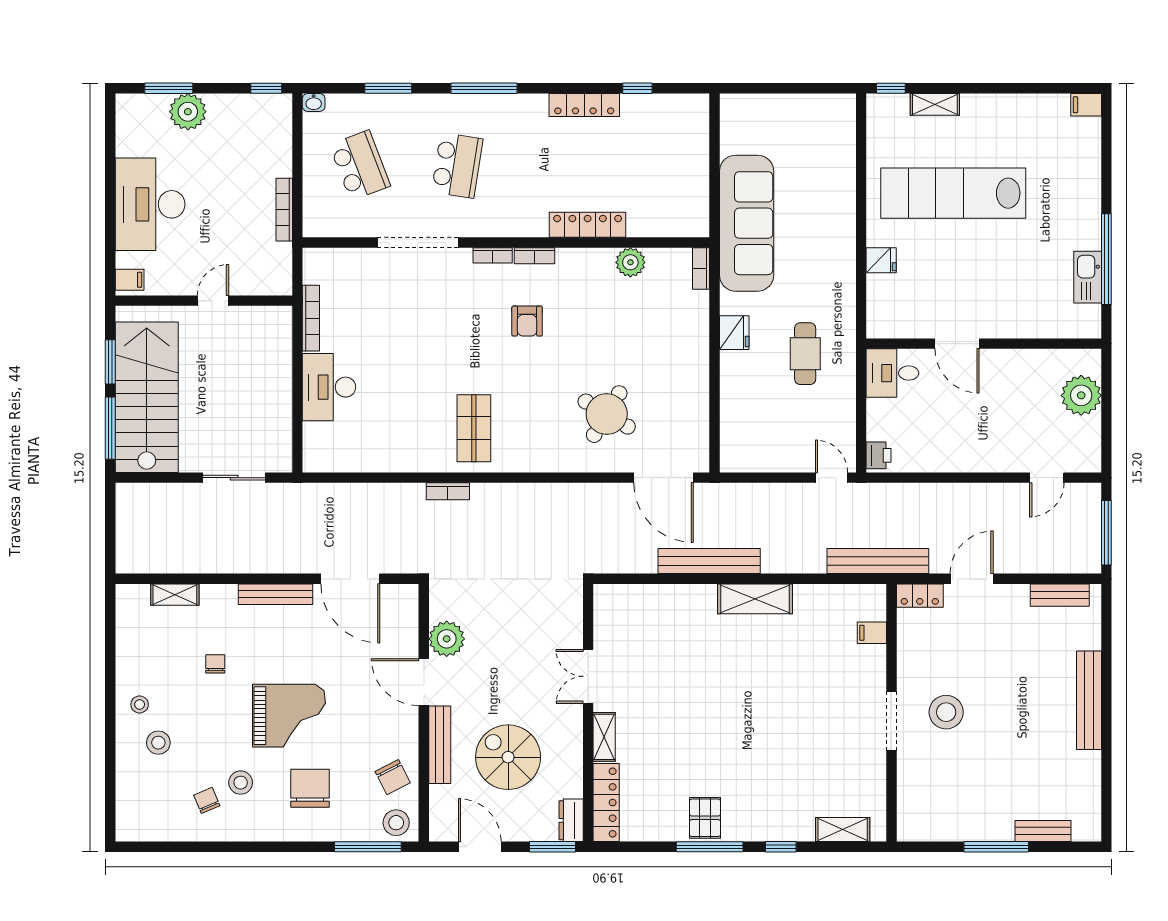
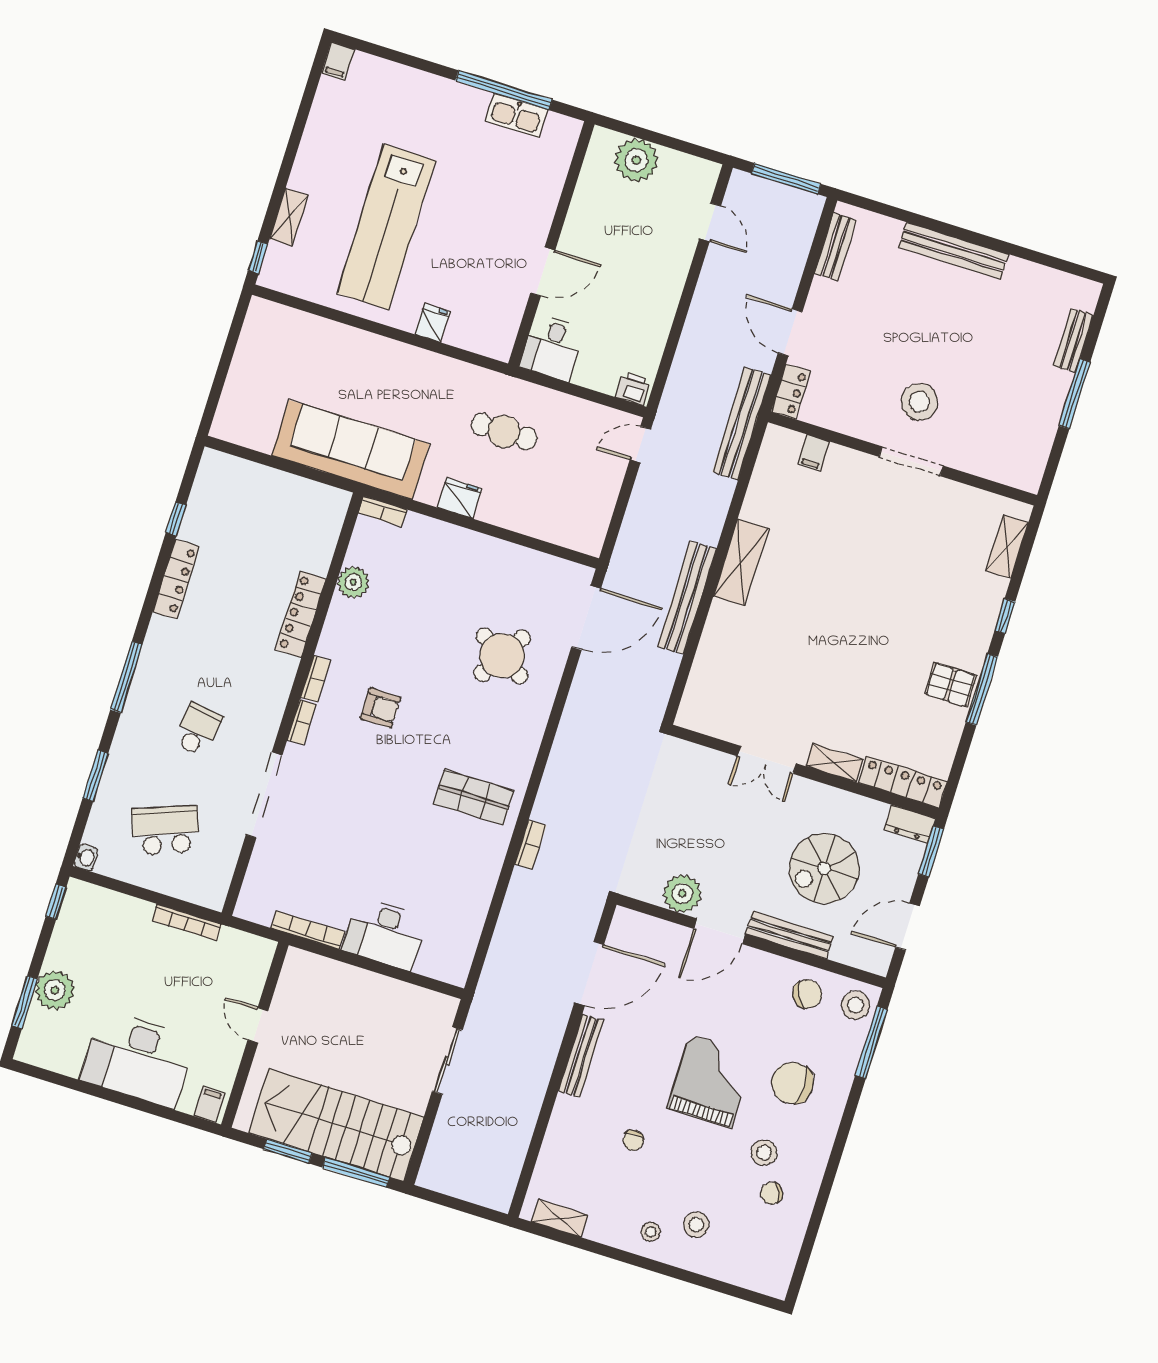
school desk: (457, 165) -> (197, 730), width x0.54
shelving: (175, 595) -> (560, 1218), moved, turned 90
chair: (215, 664) -> (633, 1140), turned -90

